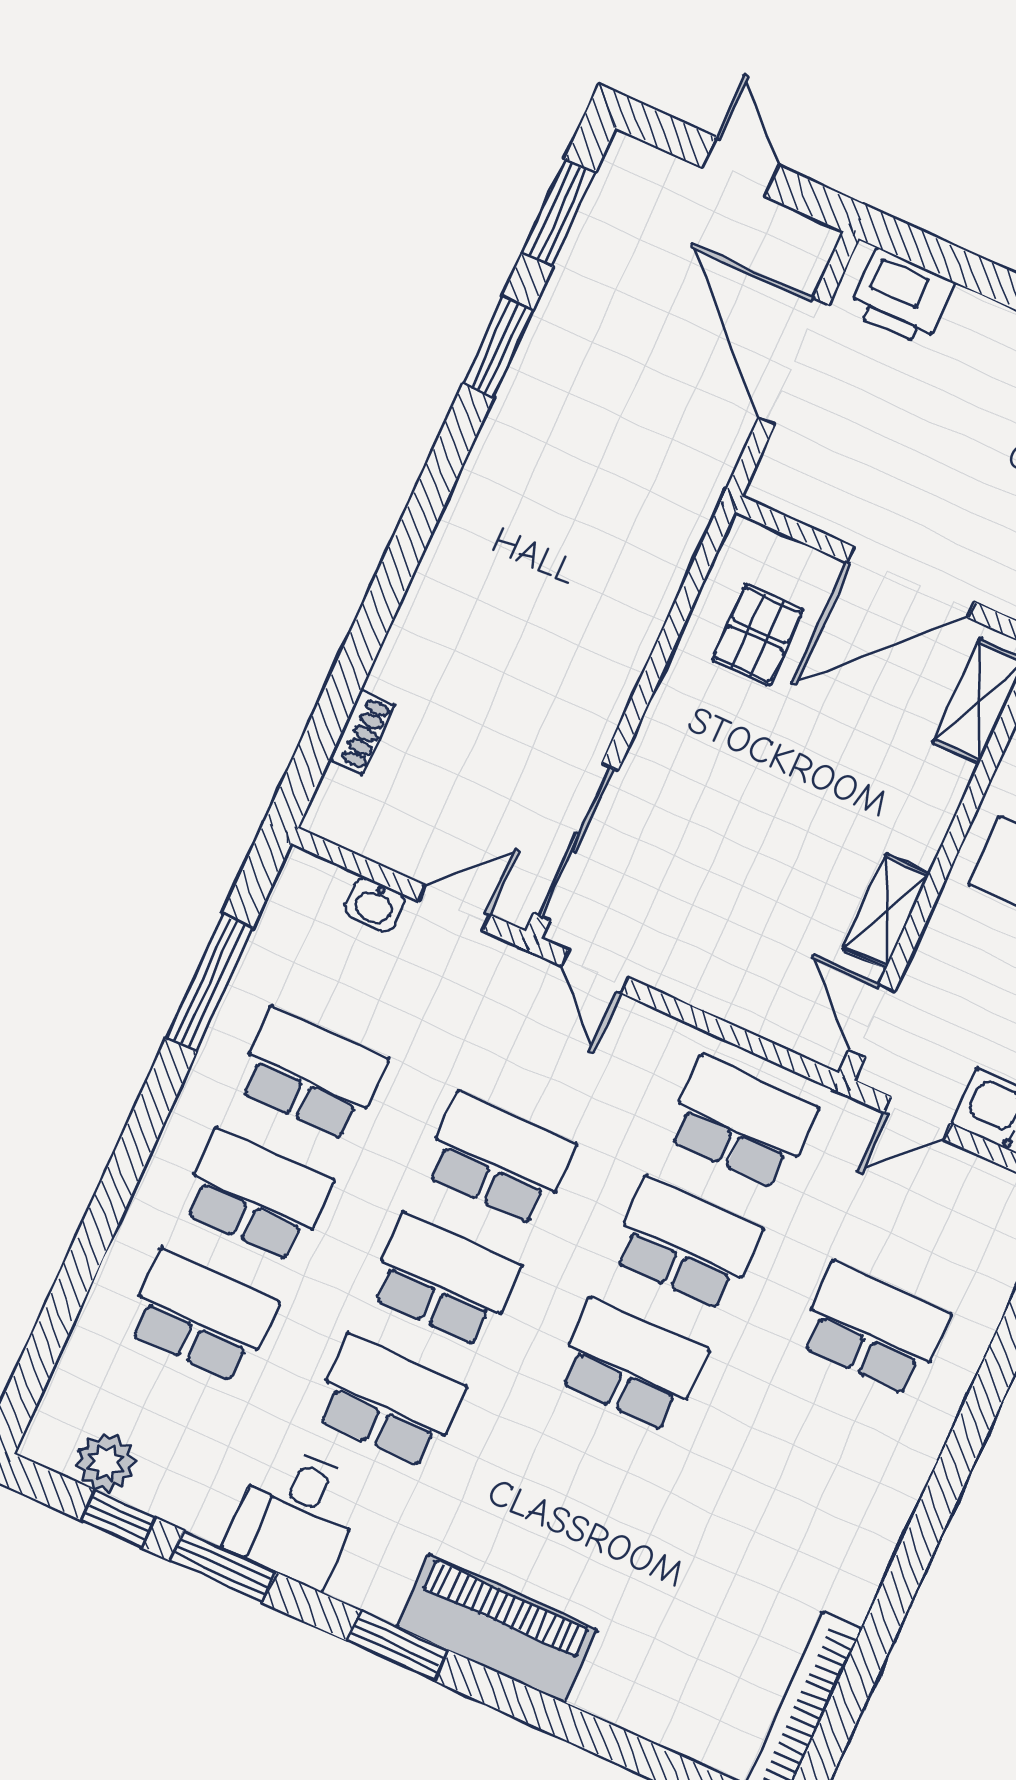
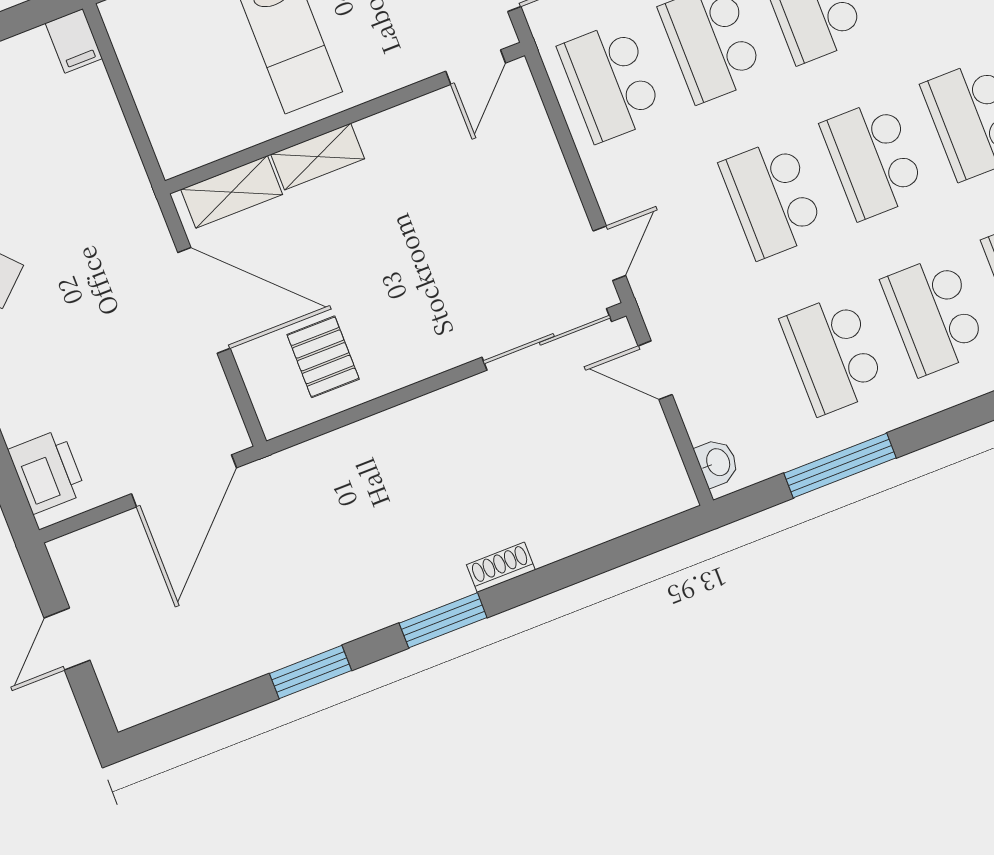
window: (559, 213) -> (443, 620), moved
door: (794, 361) -> (184, 481), moved
pallet: (758, 635) -> (323, 357), turned 90
shoe rack: (362, 732) -> (501, 567), moved
washbasin: (375, 905) -> (717, 463), moved
shelving: (886, 911) -> (318, 157), moved

